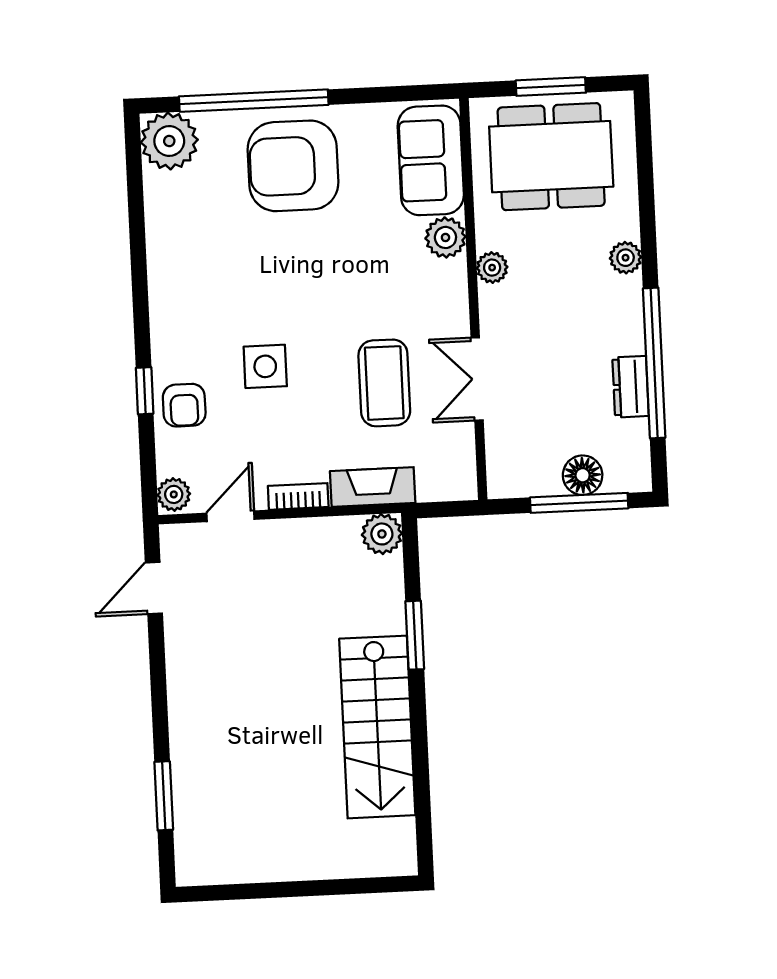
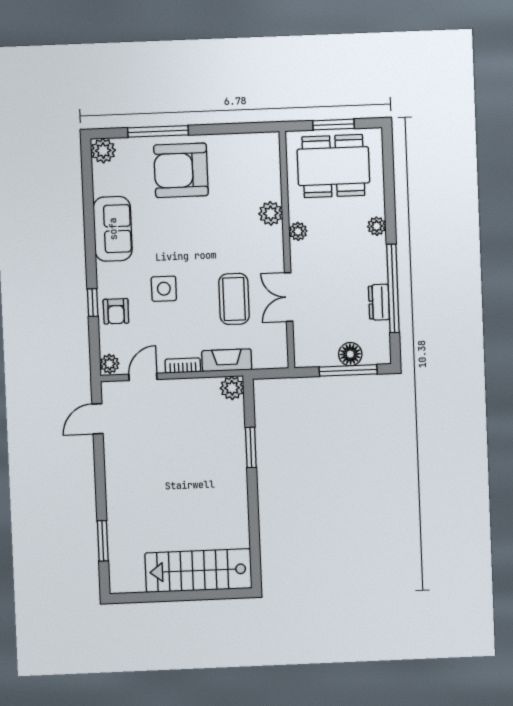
window: (254, 101) -> (158, 131), width x0.68
plant: (169, 141) -> (103, 151), width x0.73, depth x0.73
sofa: (431, 160) -> (113, 229), moved, turned 180
stairs: (377, 727) -> (198, 571), moved, turned 90

